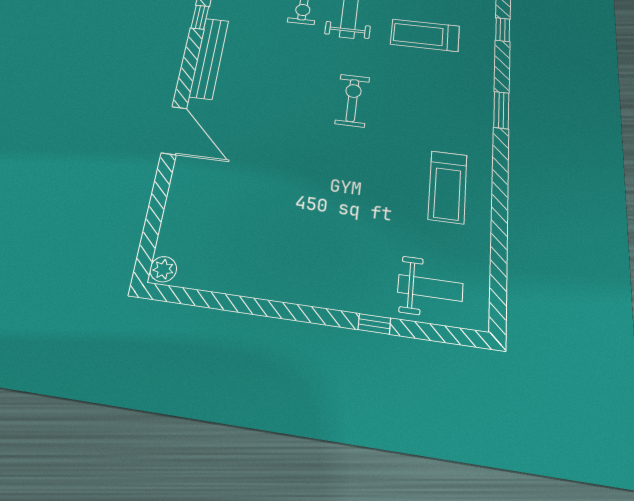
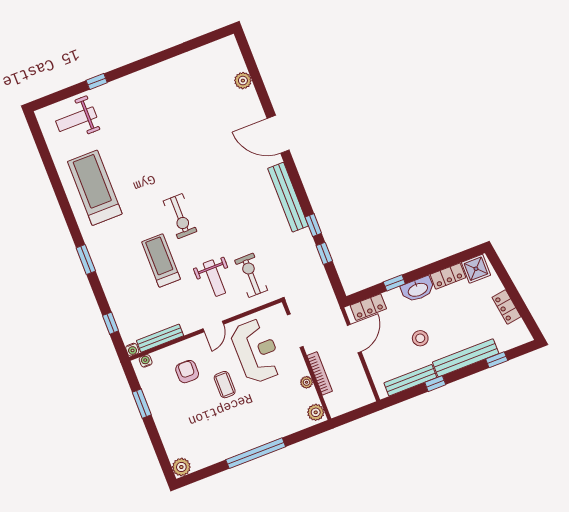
treadmill: (425, 35) -> (161, 261), moved, turned -90
treadmill: (448, 187) -> (95, 188), width x1.37, depth x1.38
plant: (163, 269) -> (243, 81), moved

